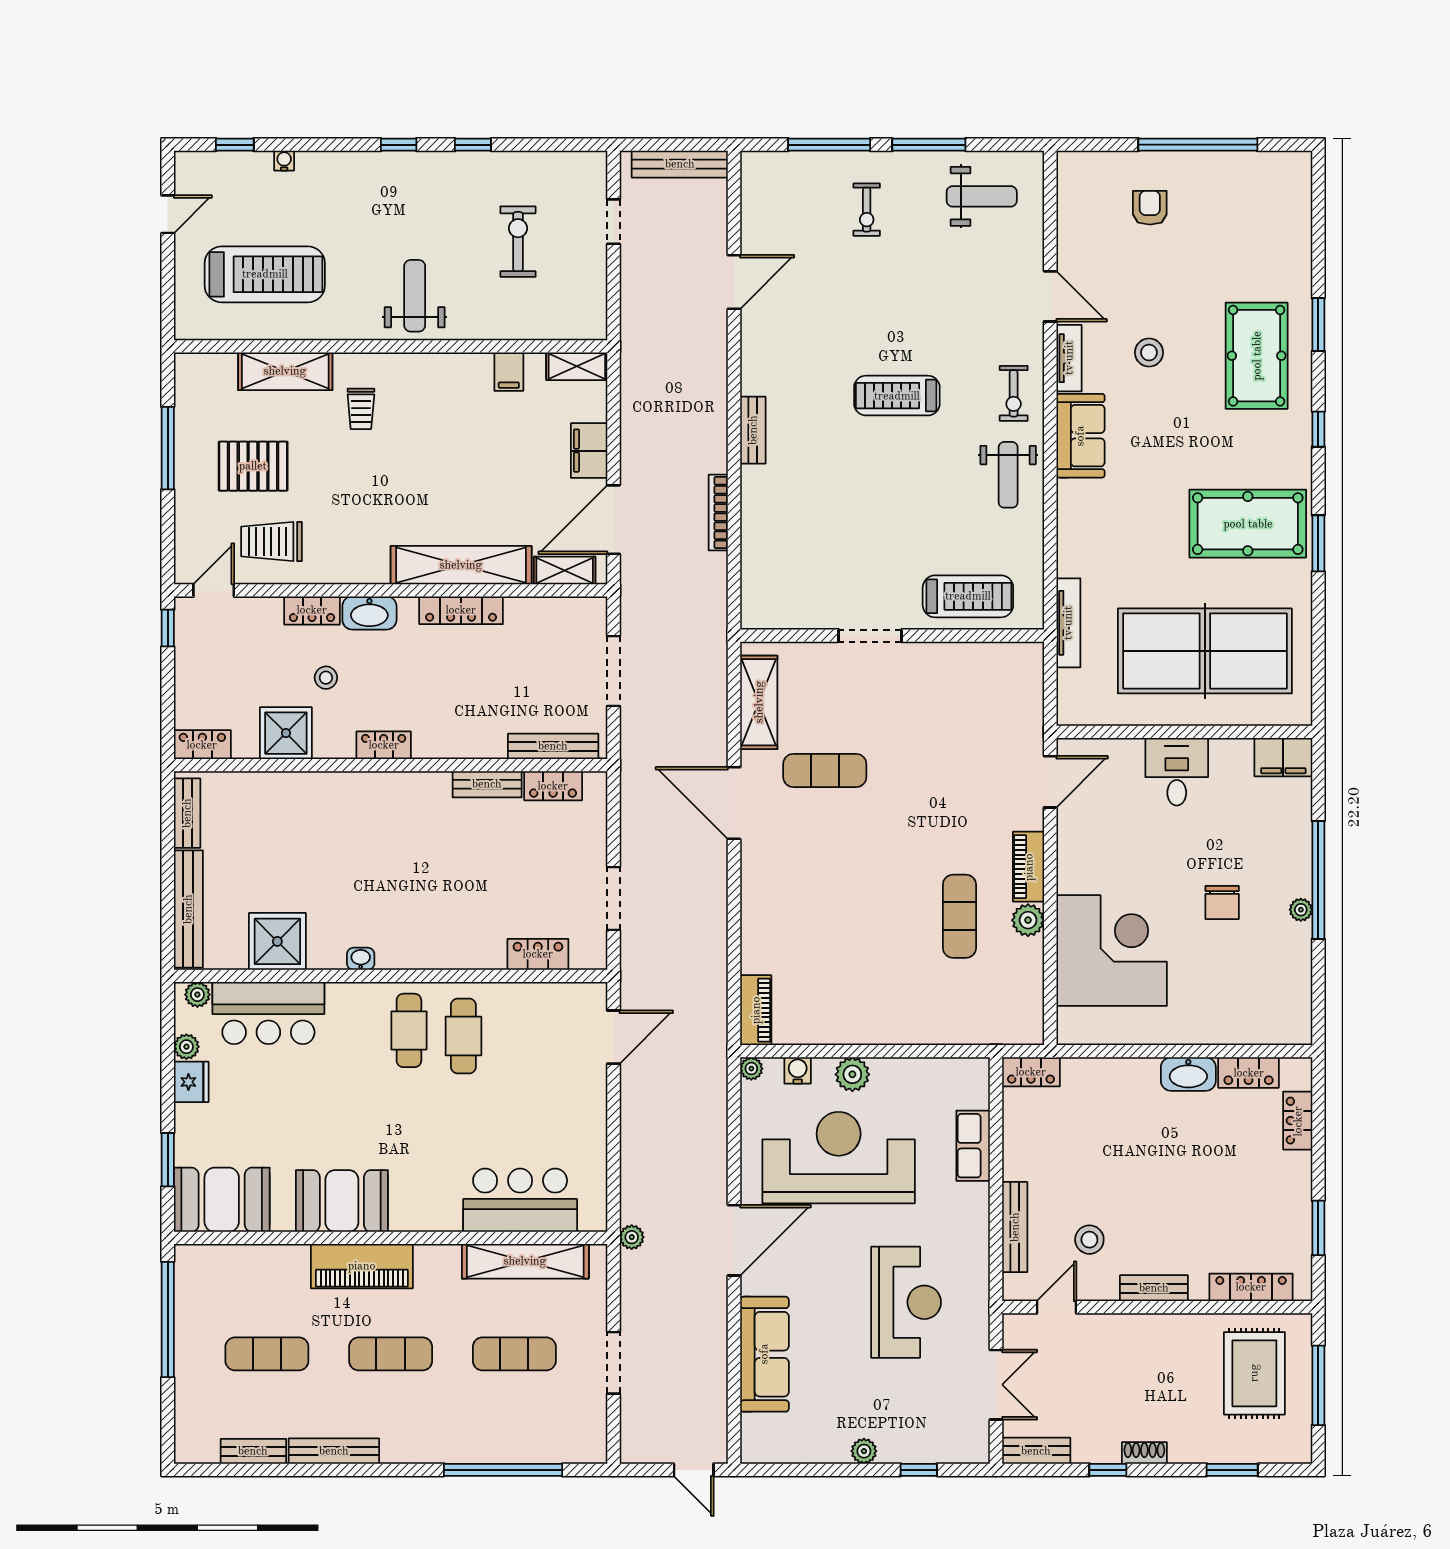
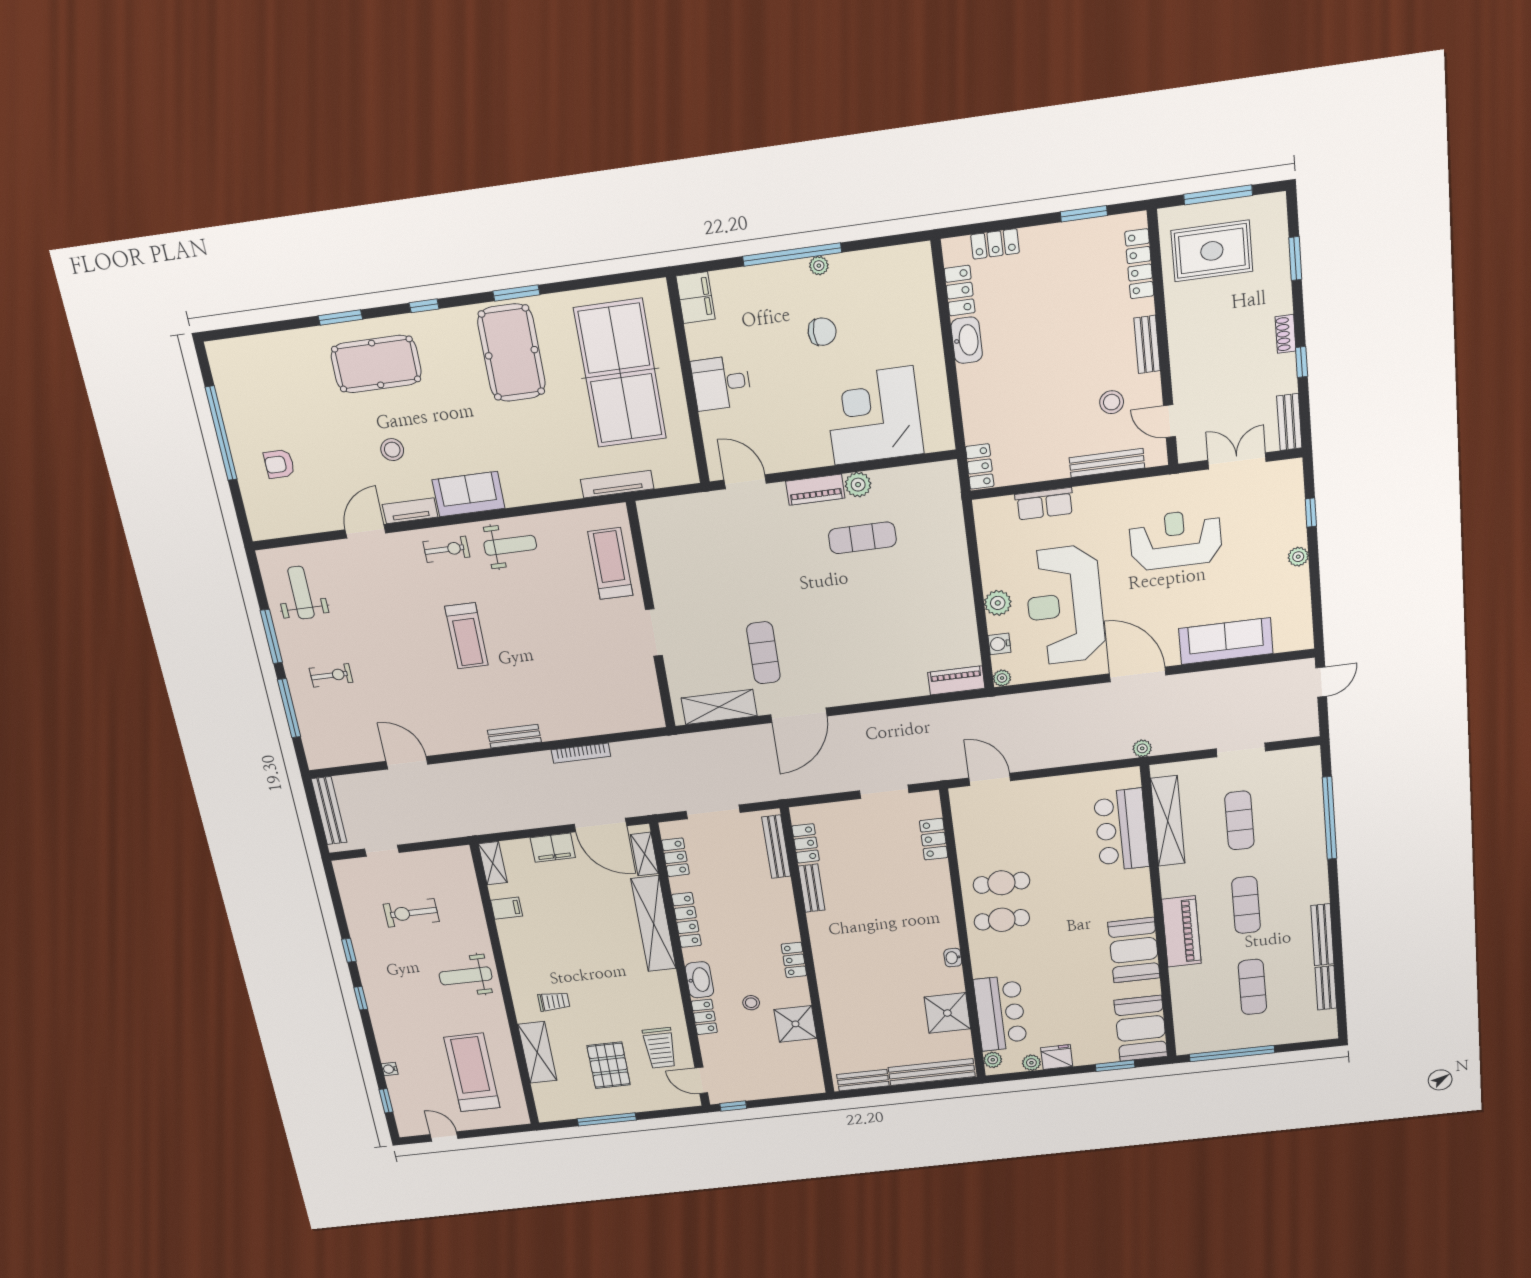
locker: (202, 745) -> (675, 857), moved, turned 180

